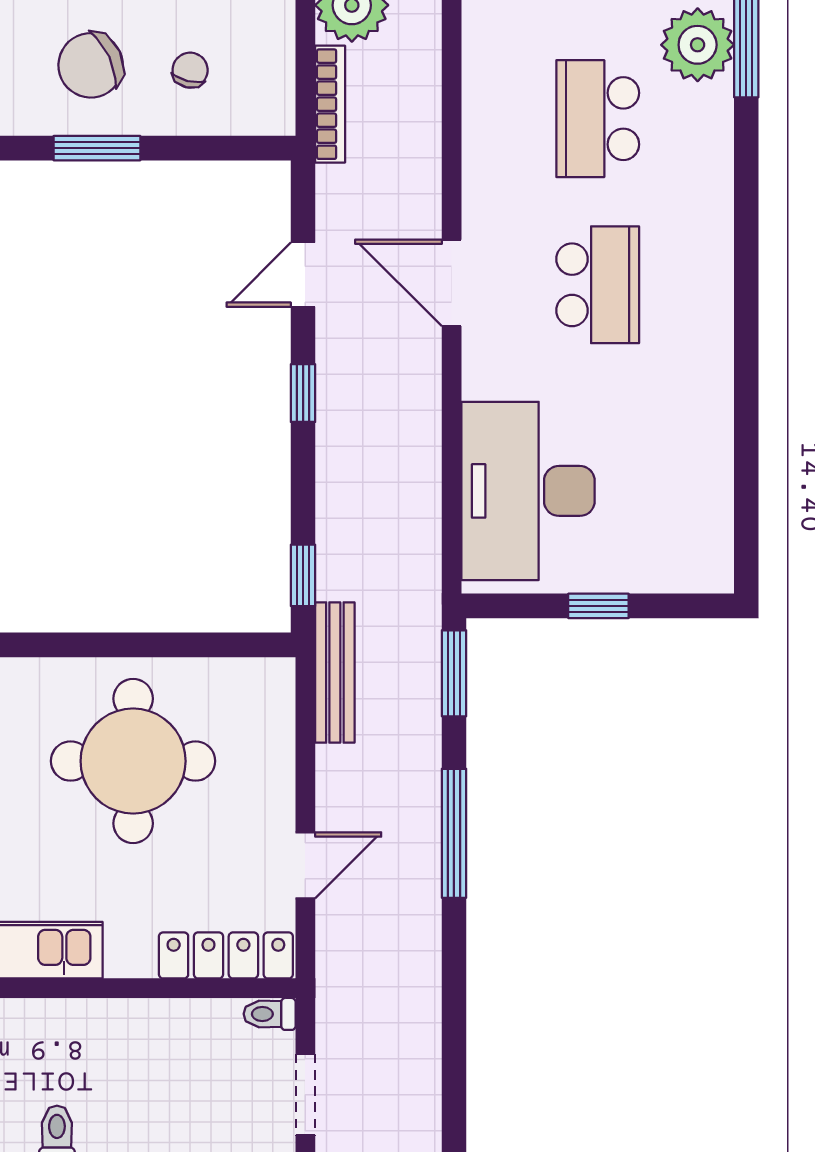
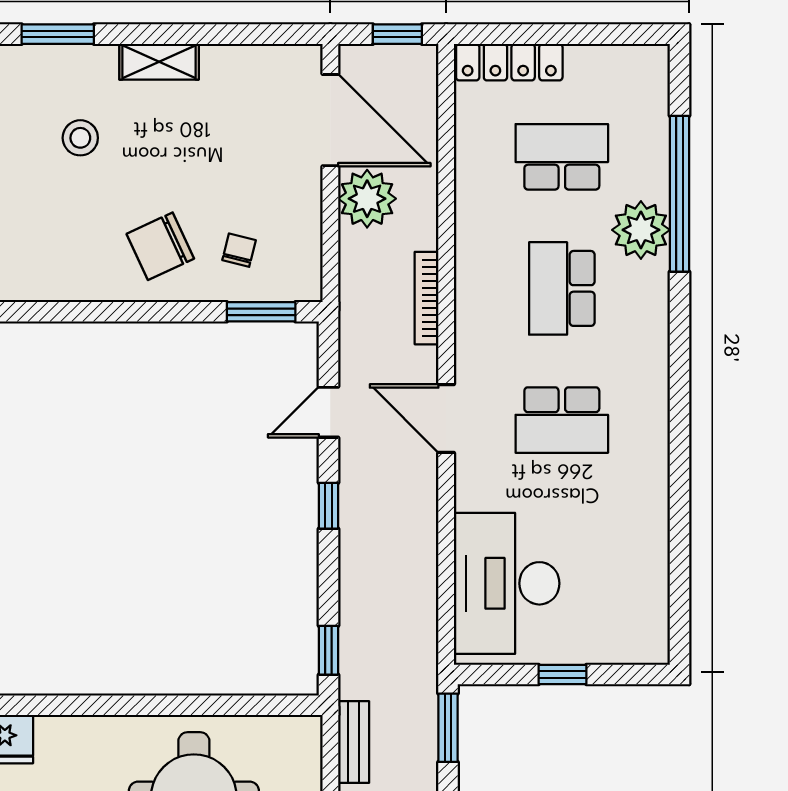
bookcase: (330, 104) -> (427, 298), moved, turned 180
window: (97, 148) -> (261, 312), moved
school desk: (598, 285) -> (562, 420), turned 90
bench: (335, 673) -> (354, 742), width x0.73

